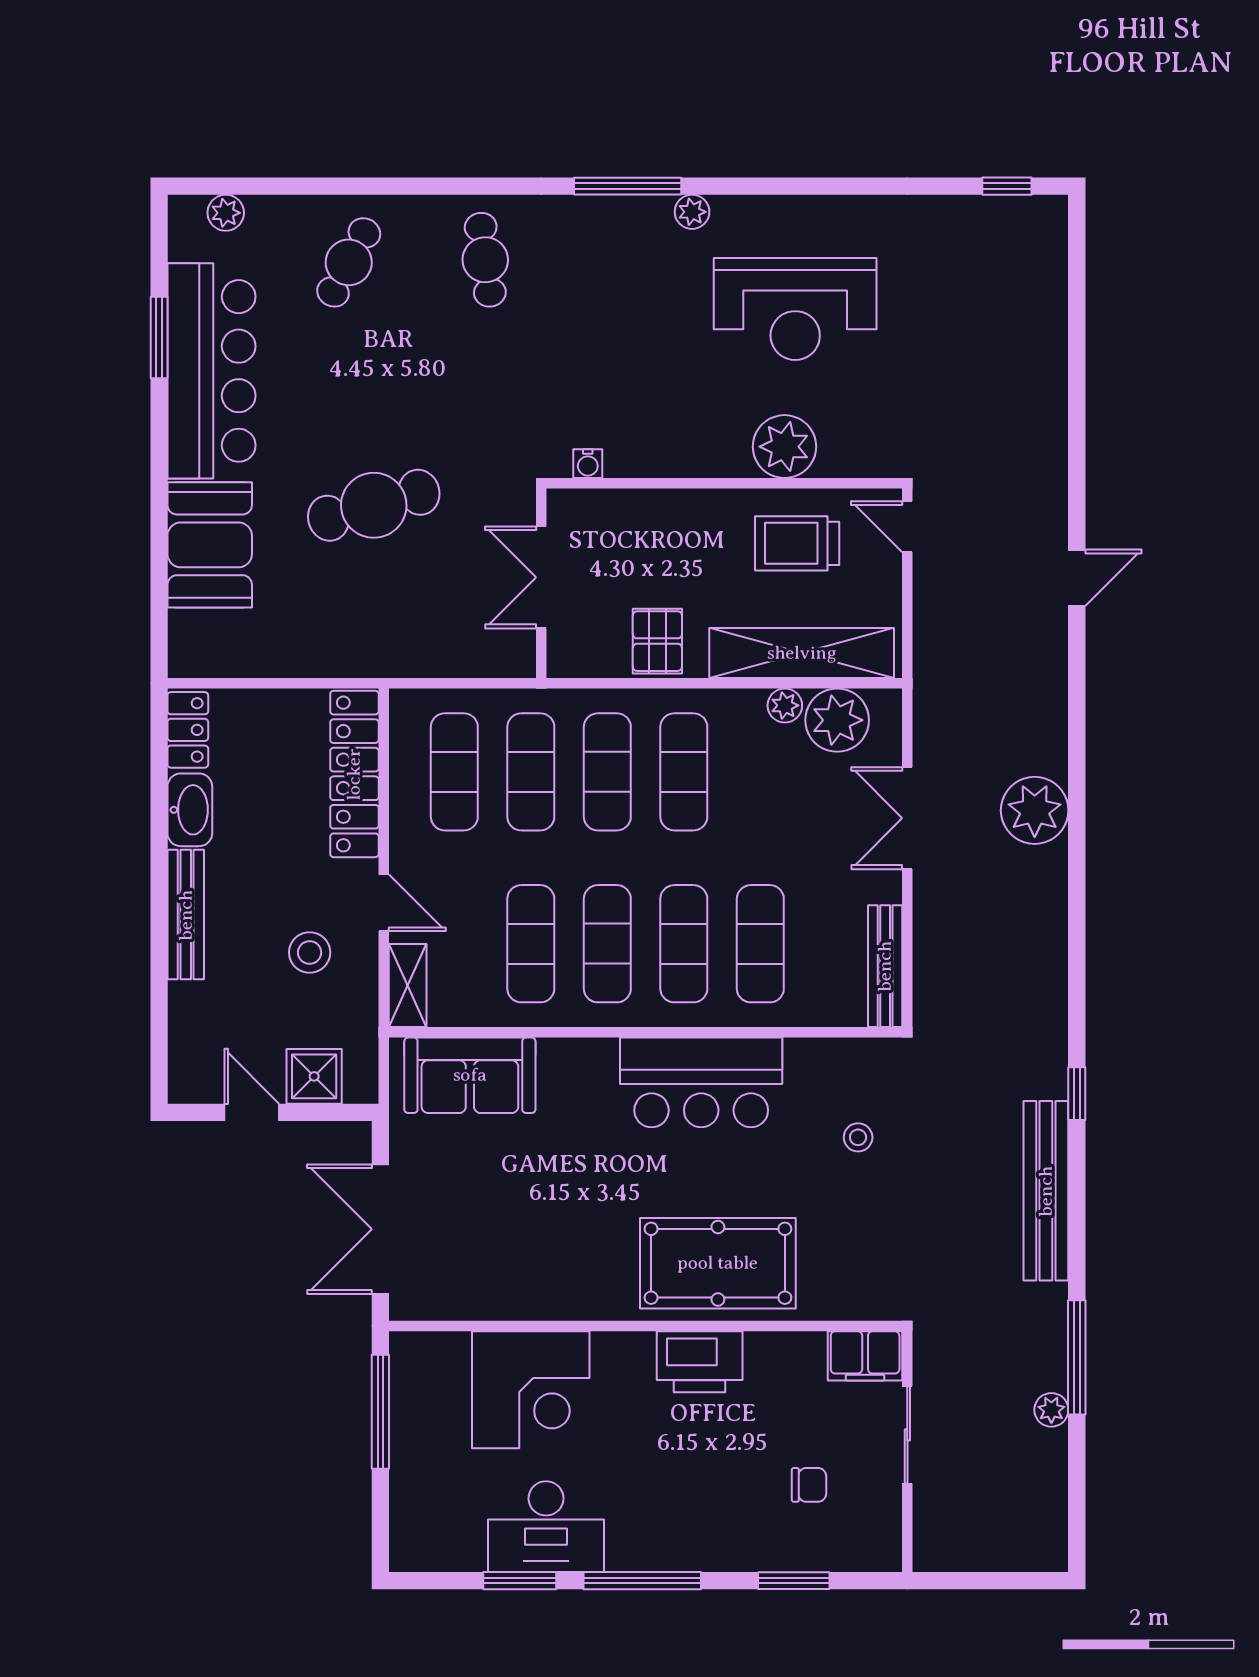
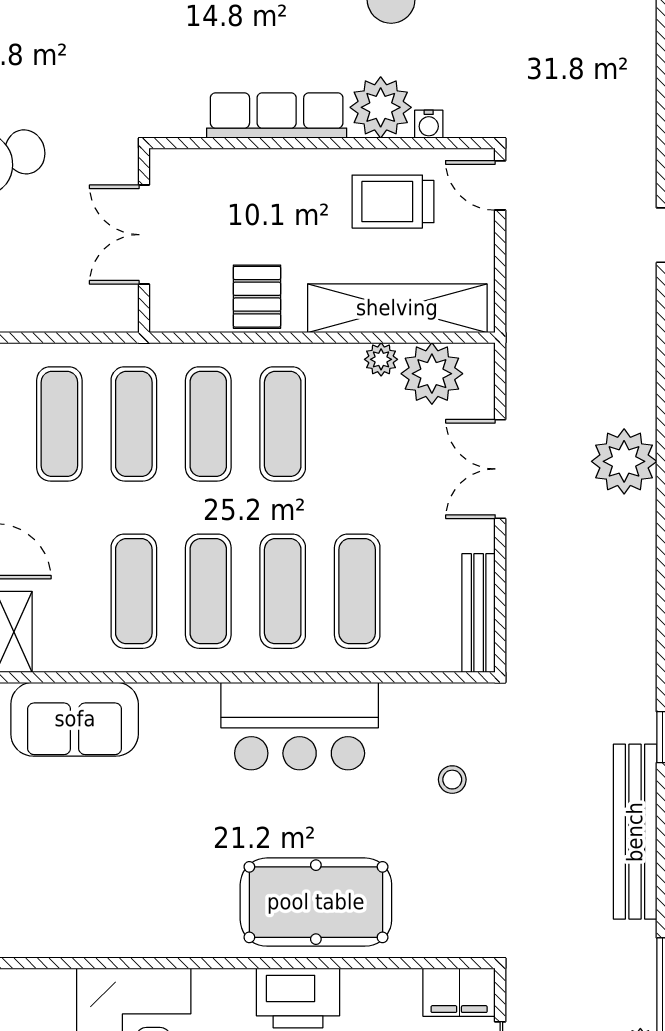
row of seats: (678, 455) -> (277, 115), added
water cooler: (588, 464) -> (429, 124), moved

